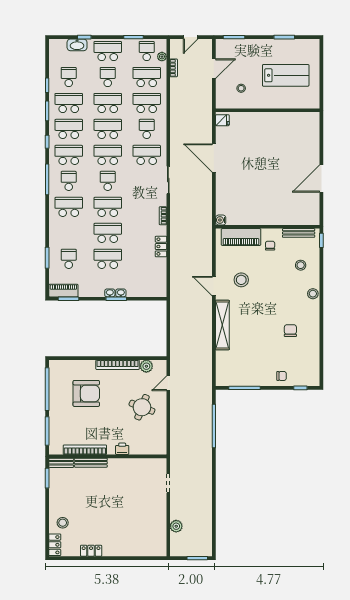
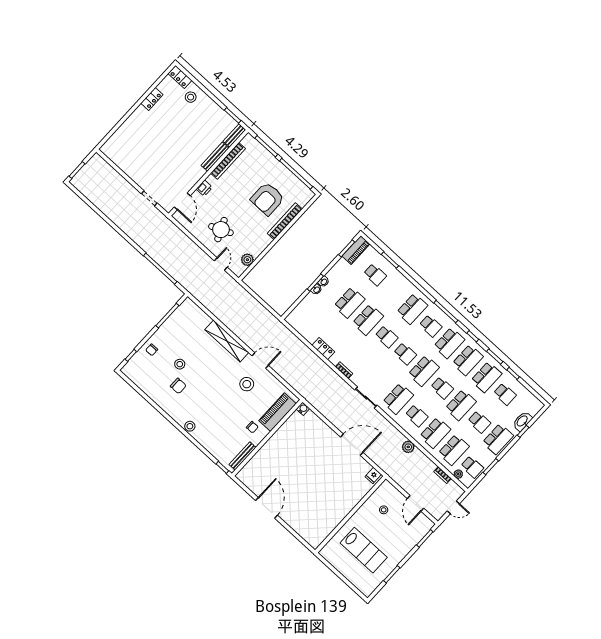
door: (191, 37) -> (453, 507), swing flipped
lab bench: (286, 75) -> (364, 550), turned -90
school desk: (108, 129) -> (442, 388), width x0.54
school desk: (108, 207) -> (387, 337), width x0.54
stool: (301, 265) -> (180, 364), moved
bookcase: (118, 365) -> (285, 221), moved
round table: (142, 407) -> (221, 230), turned 45
door: (148, 456) -> (182, 201), added
plant: (176, 526) -> (408, 447), moved

